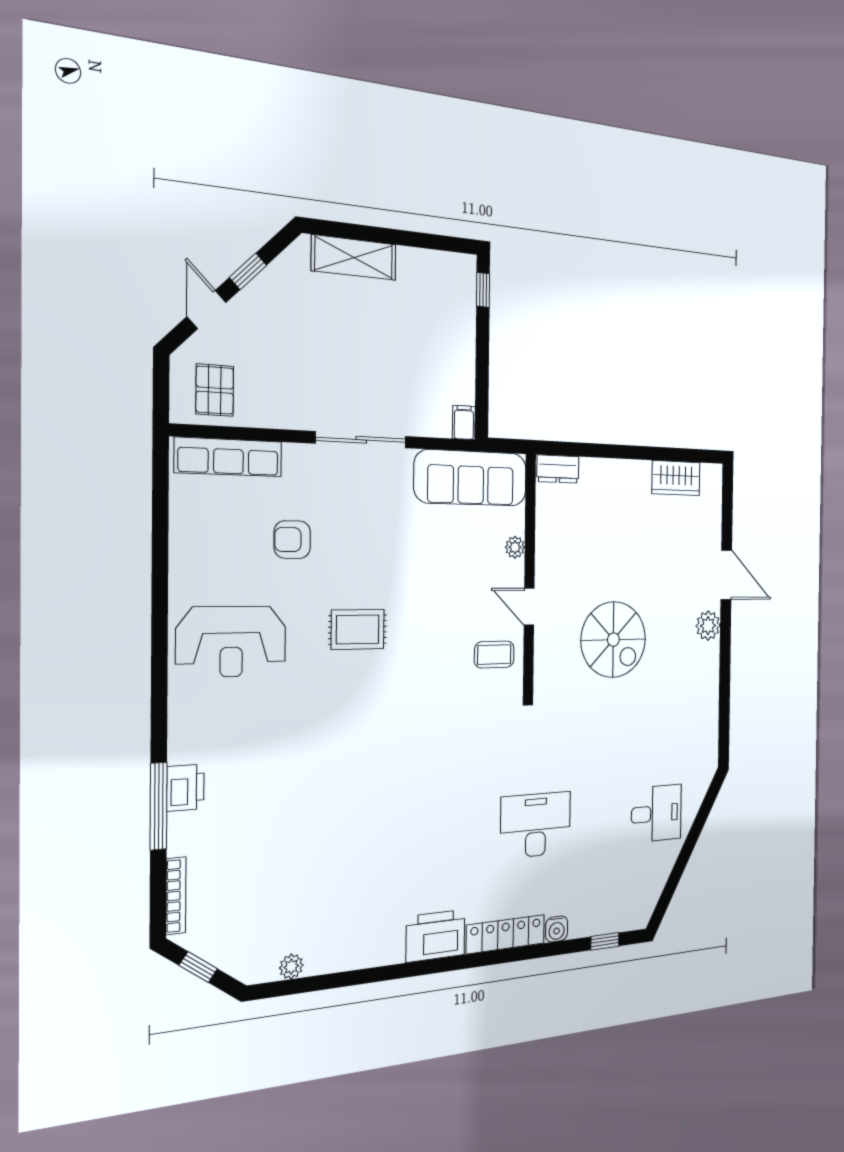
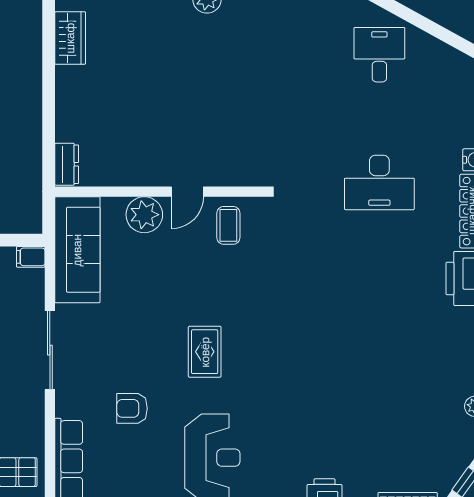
armchair: (292, 540) -> (132, 408), turned 90
plant: (515, 547) -> (144, 215), width x1.88, depth x1.88
spiral stairs: (613, 640) -> (218, 104), removed
desk: (536, 825) -> (379, 182), turned -90

